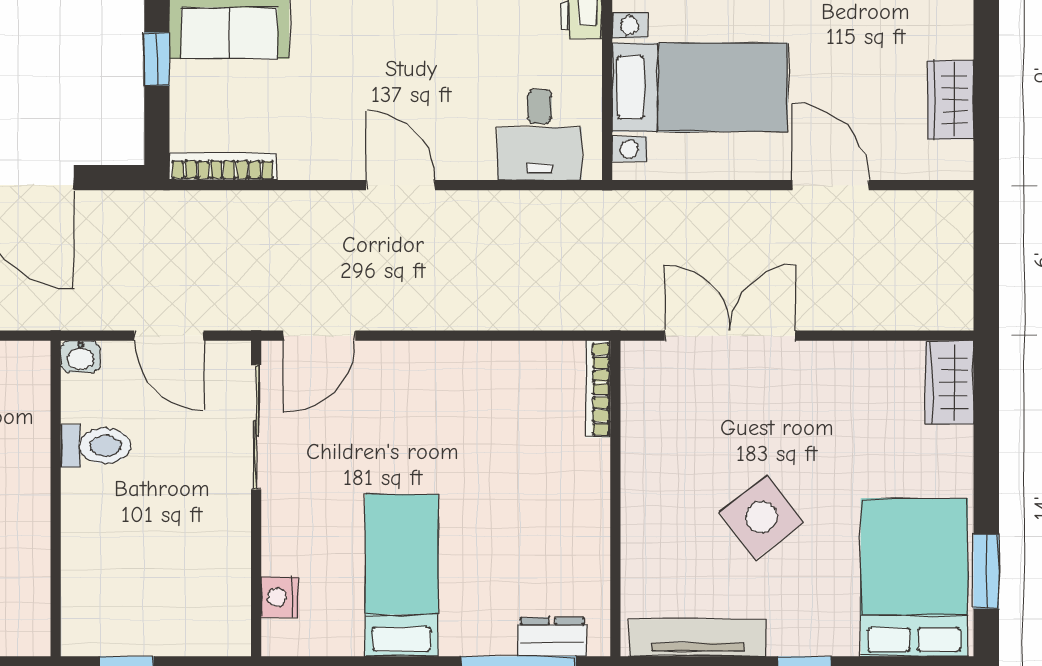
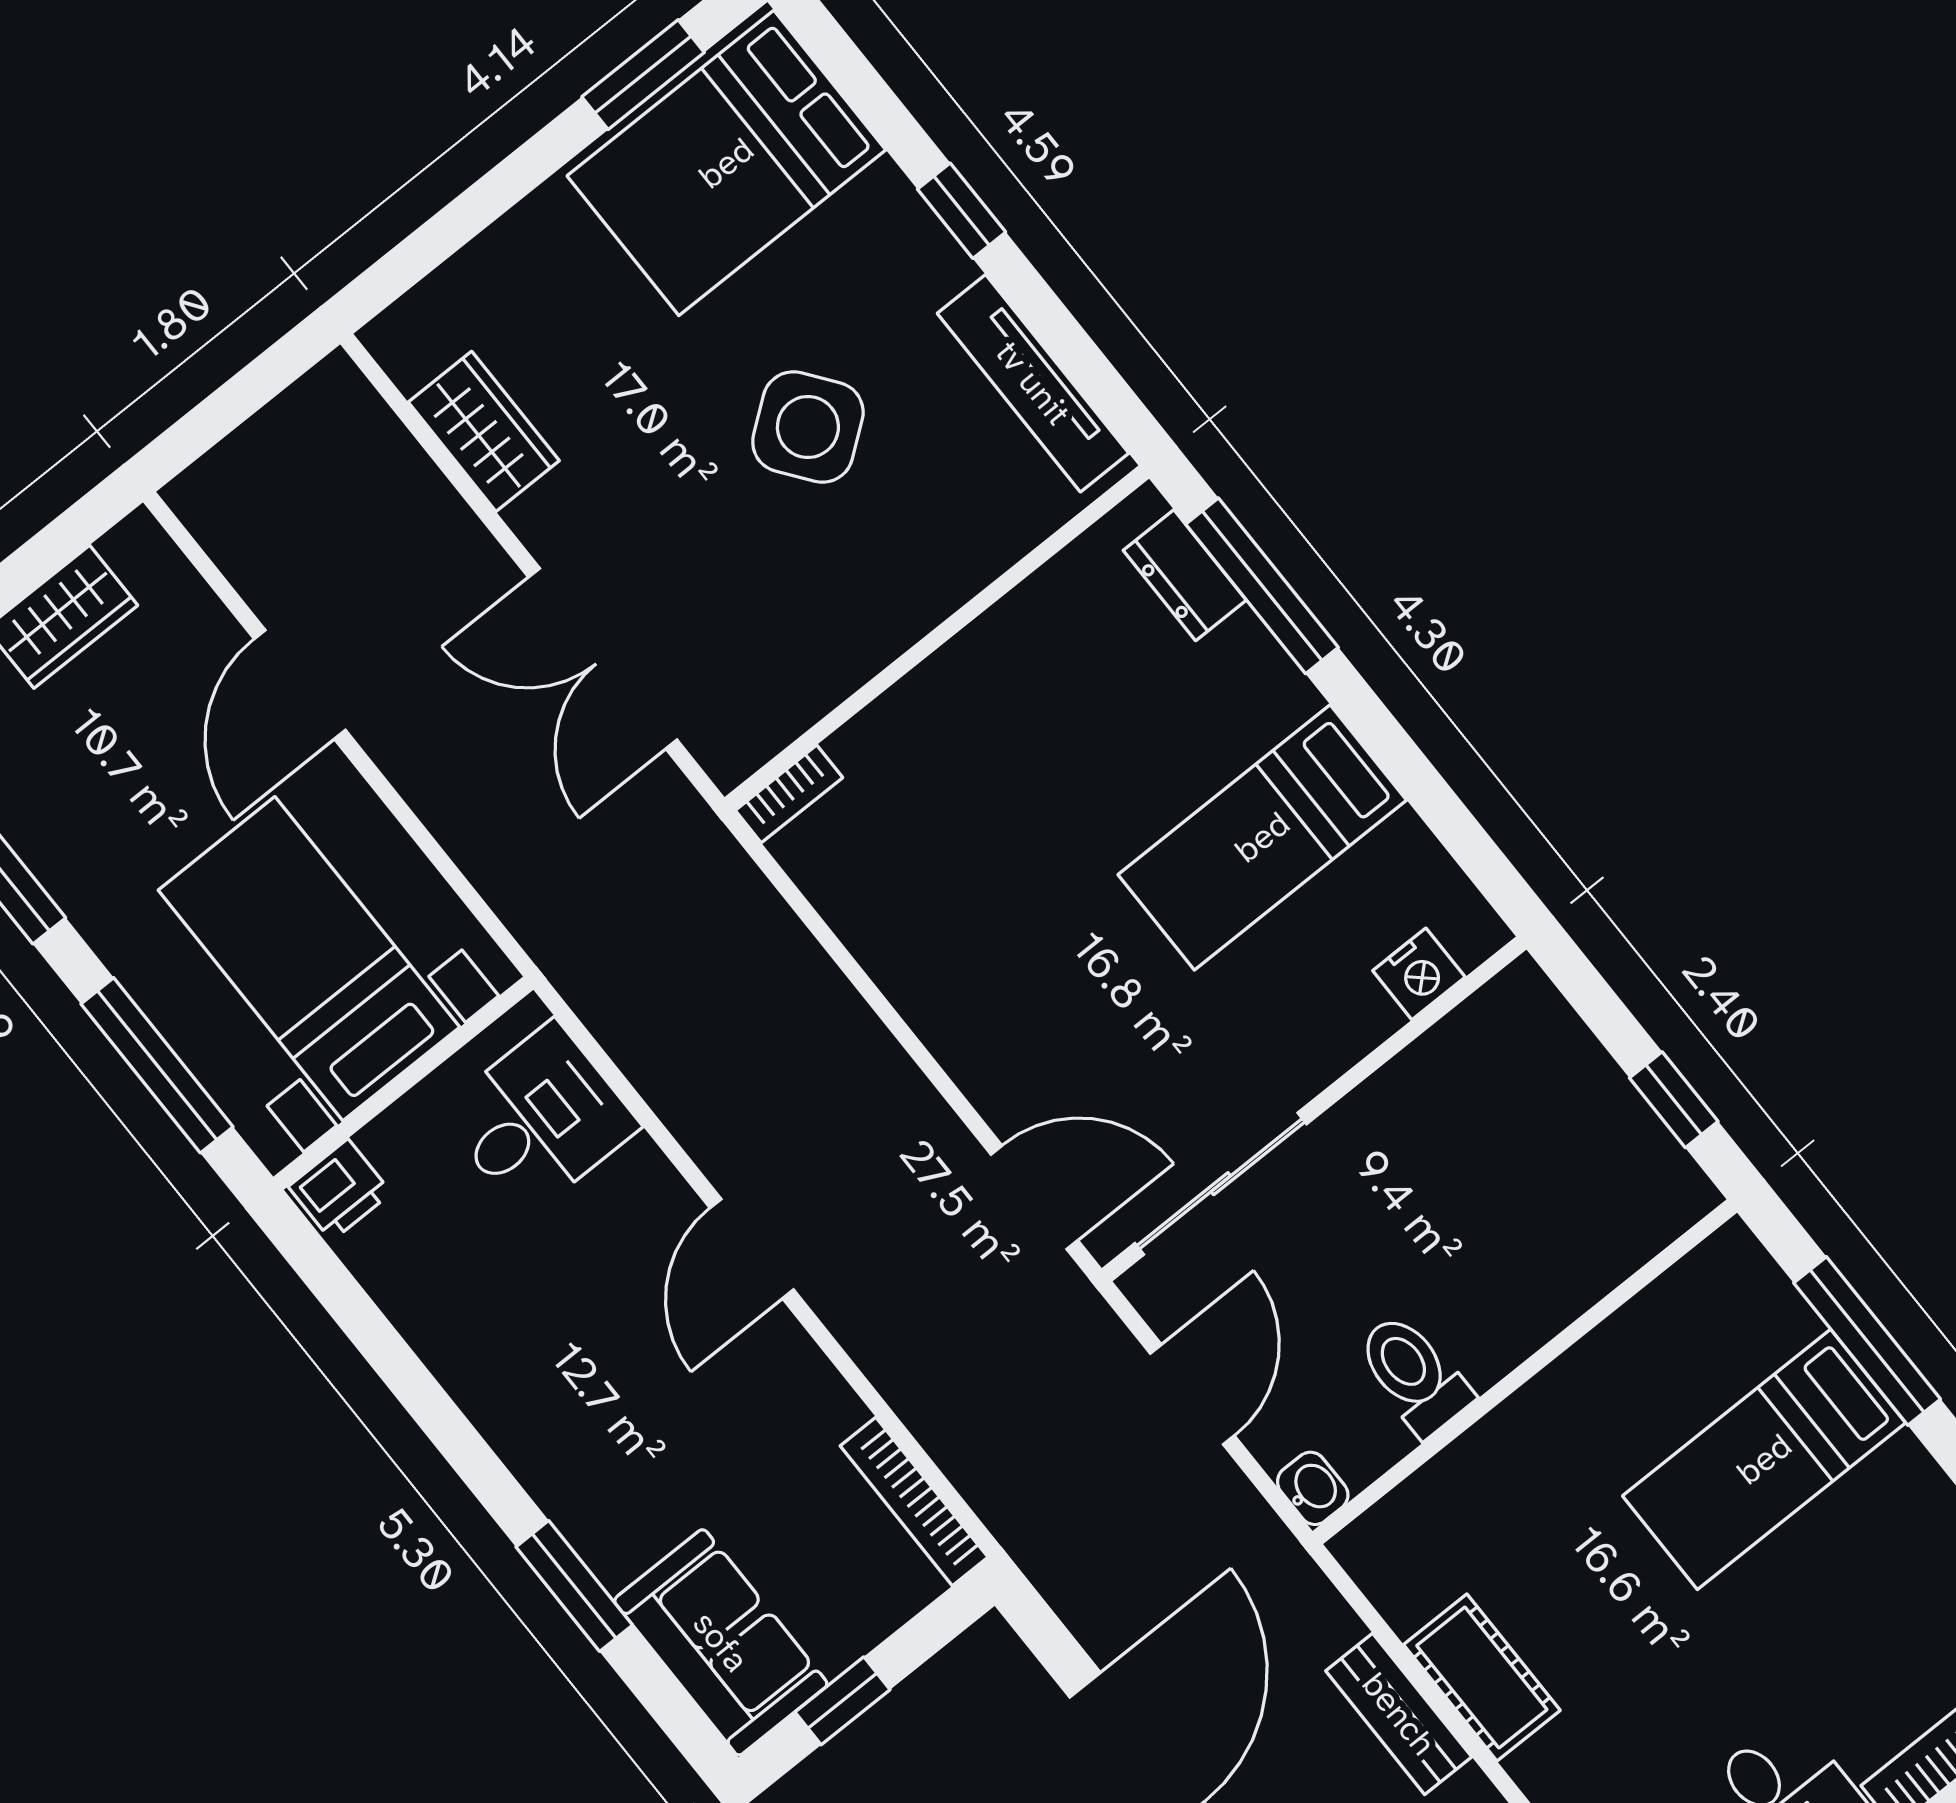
wardrobe: (949, 382) -> (484, 431), moved, turned -90
bookcase: (598, 389) -> (789, 794), width x0.64

